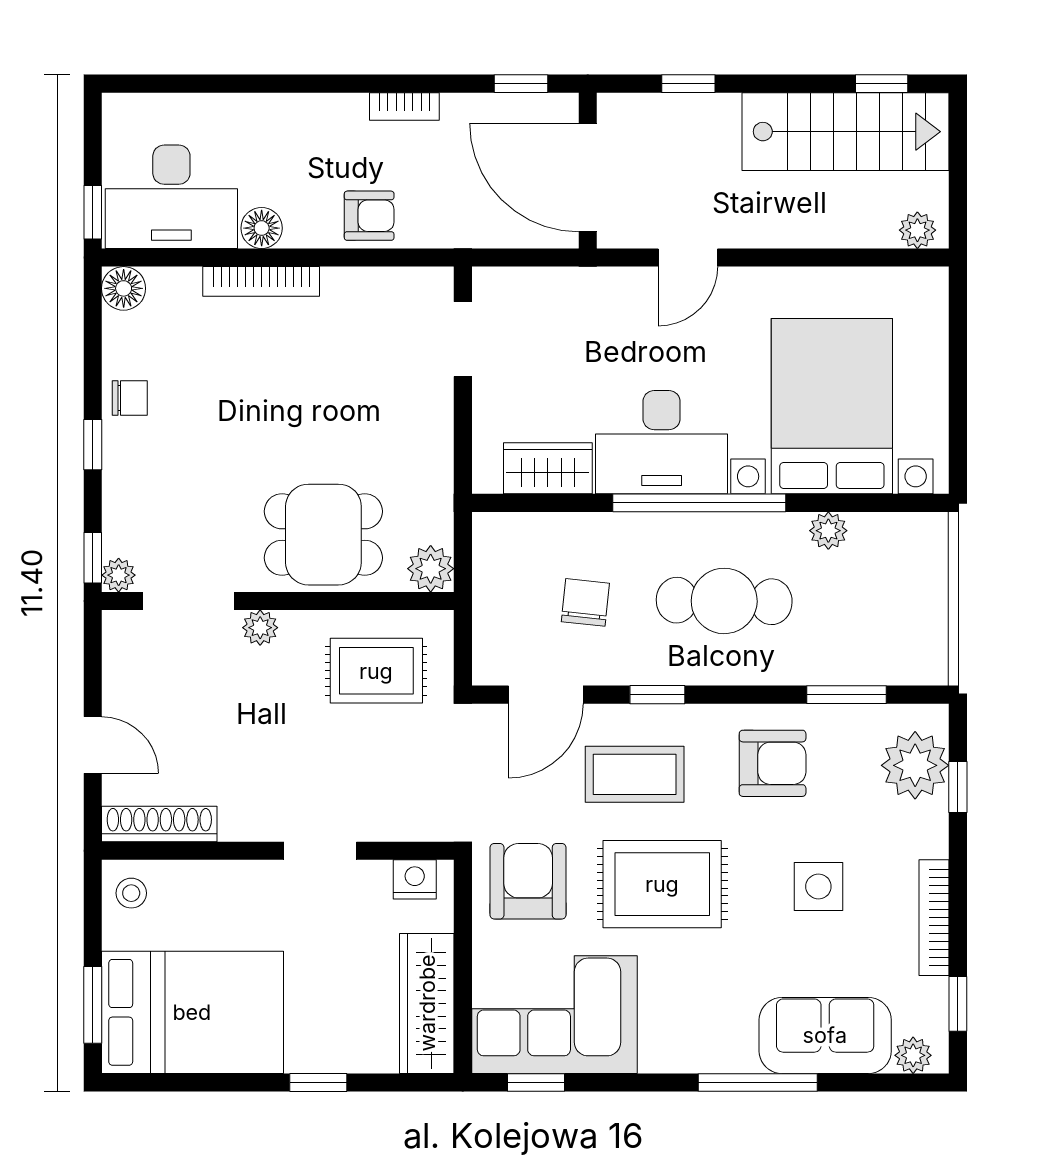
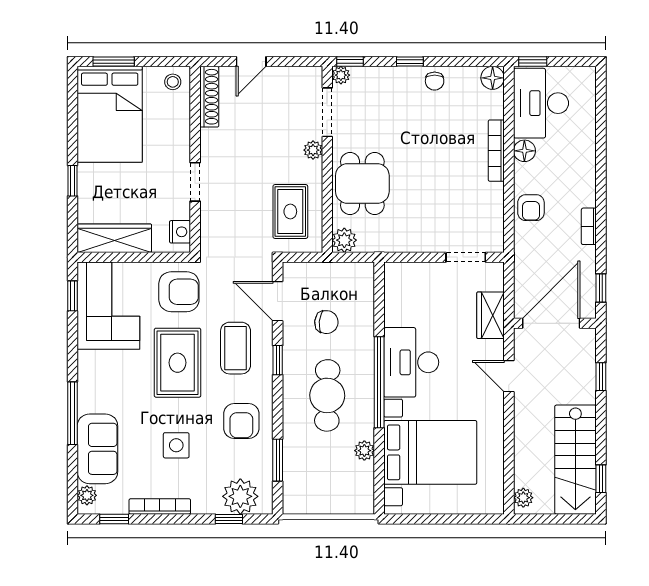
wardrobe: (548, 468) -> (491, 315), moved, turned 180

